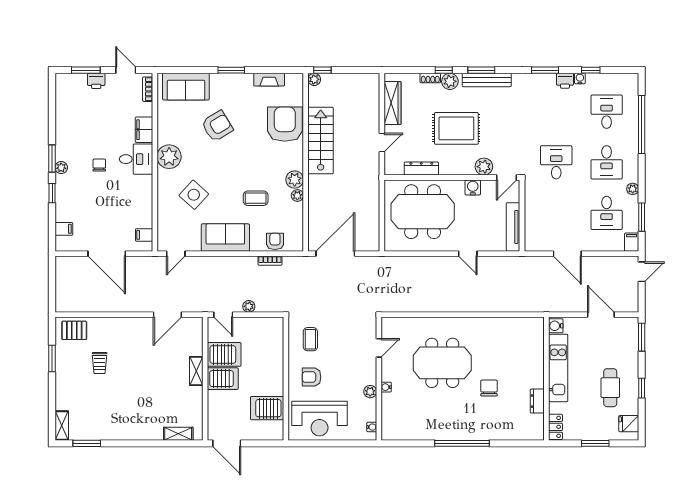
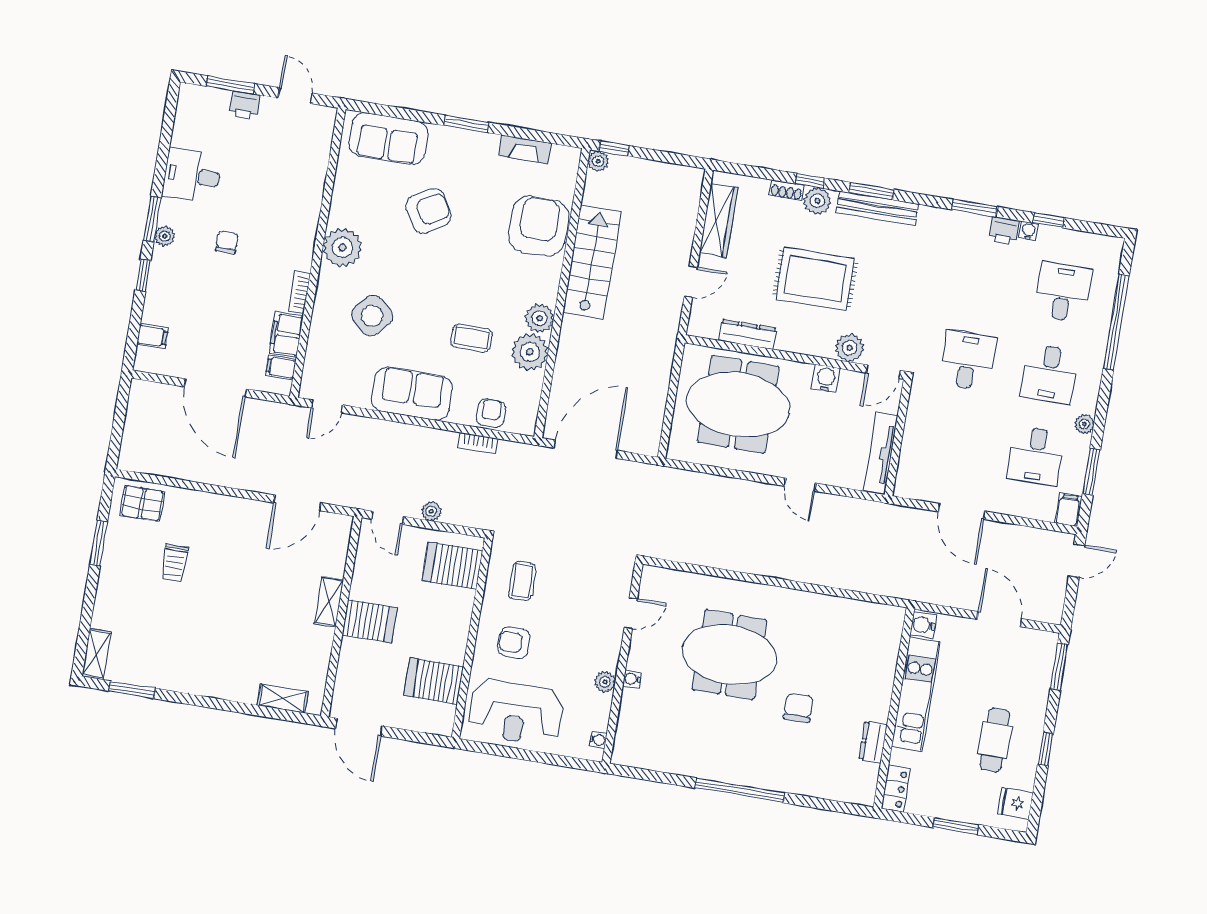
bookcase: (148, 89) -> (299, 292), moved
filing cabinet: (144, 130) -> (286, 334), moved
desk: (136, 159) -> (192, 176), moved, turned 180
plant: (297, 196) -> (530, 352), width x1.88, depth x1.88
server rack: (224, 354) -> (452, 566), moved, turned 180

